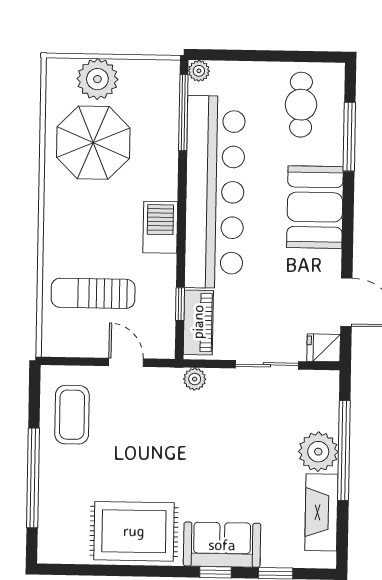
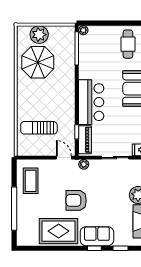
bar counter: (215, 192) -> (91, 102), width x0.54
barbecue: (160, 227) -> (68, 99), removed
door: (126, 362) -> (64, 158), moved
armchair: (176, 462) -> (76, 200), added

